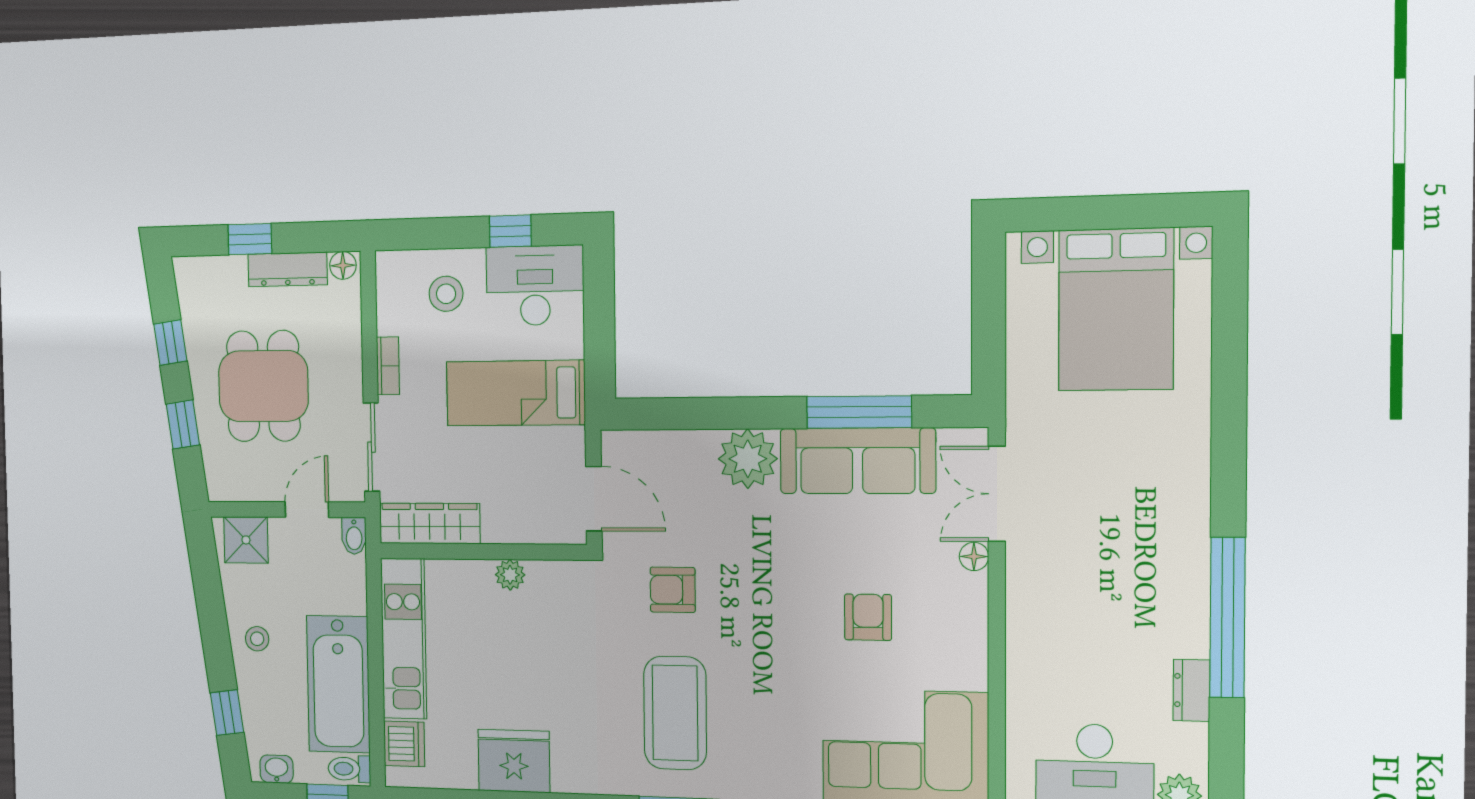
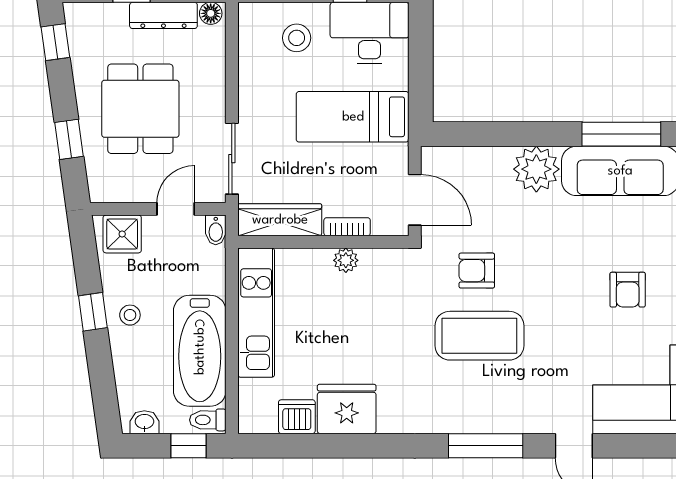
window: (170, 343) -> (55, 42), moved
bookcase: (388, 366) -> (347, 227), moved, turned -90
armchair: (868, 617) -> (628, 290), turned 180
window: (227, 713) -> (93, 312), moved
coffee table: (675, 713) -> (479, 336), moved, turned 90
dishwasher: (404, 744) -> (297, 417), moved, turned -90

